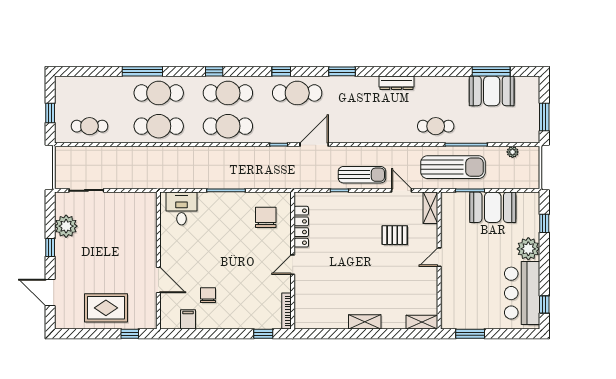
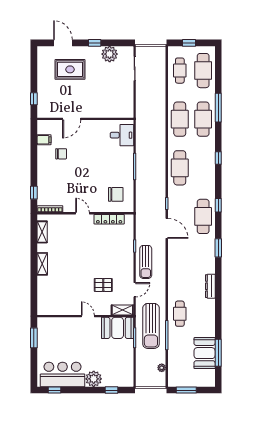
cafe table: (228, 93) -> (203, 71), moved
booth: (493, 207) -> (118, 328), moved, turned 90
pallet: (395, 235) -> (103, 285), turned 90
door: (50, 292) -> (63, 43), hinge flipped
rug: (106, 308) -> (70, 69), moved, turned 90
shelving: (422, 322) -> (42, 232), moved

